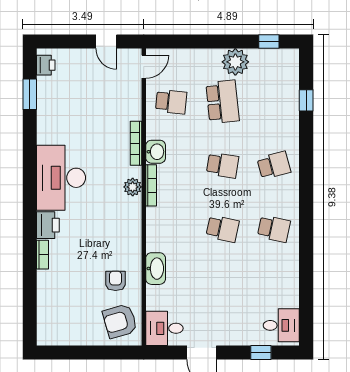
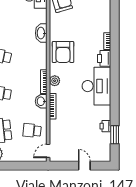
door: (106, 41) -> (84, 166), moved
printer: (46, 65) -> (105, 126), moved
armchair: (116, 281) -> (63, 52), moved, width x1.88, depth x1.88

